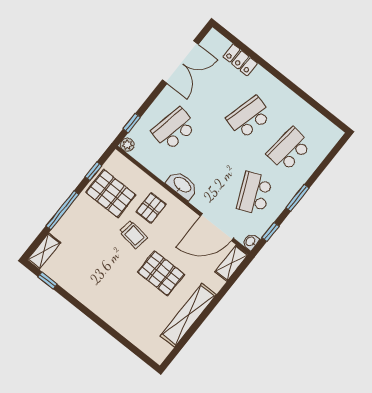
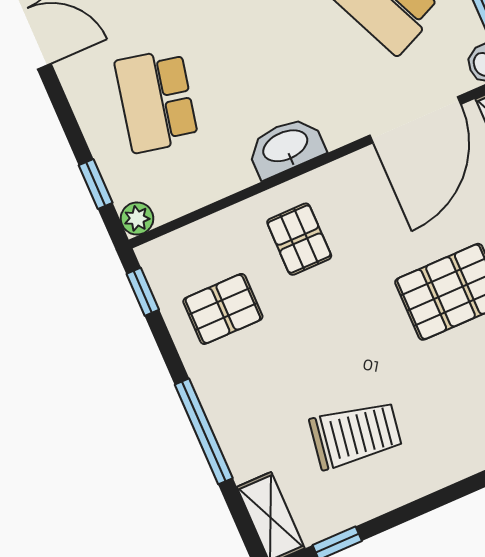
window: (93, 171) -> (143, 292), moved
pallet: (111, 194) -> (223, 309), width x0.67, depth x0.71
trolley: (133, 234) -> (356, 435), moved, width x1.36, depth x1.39

